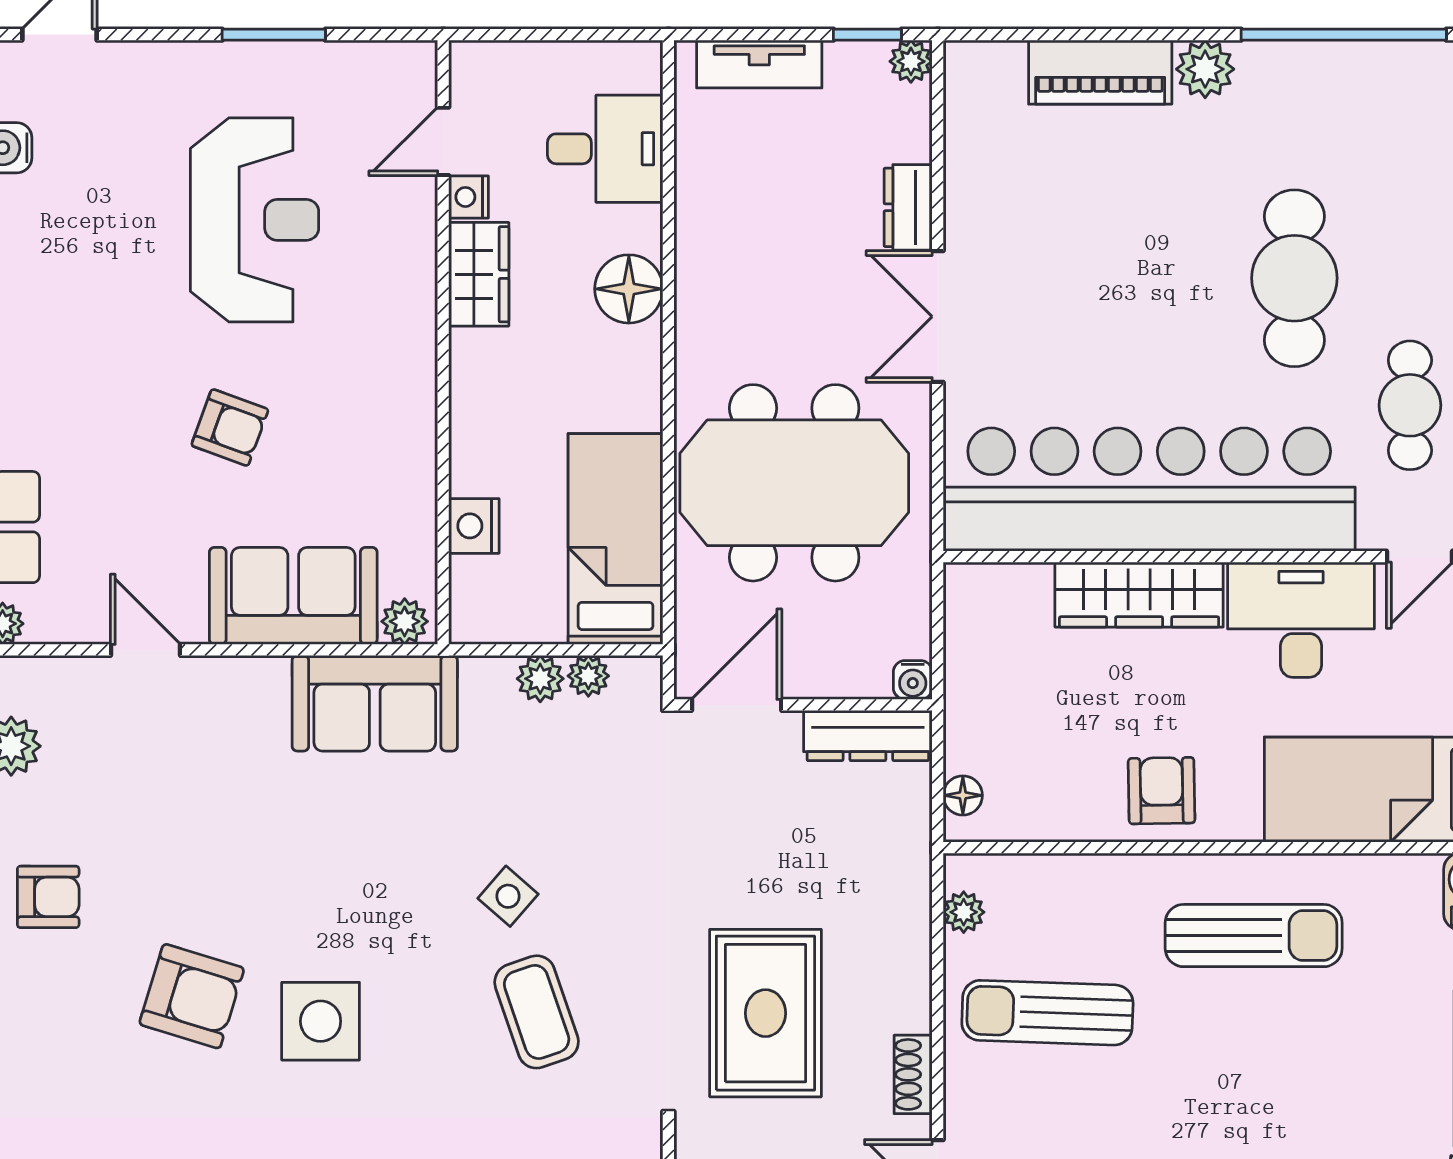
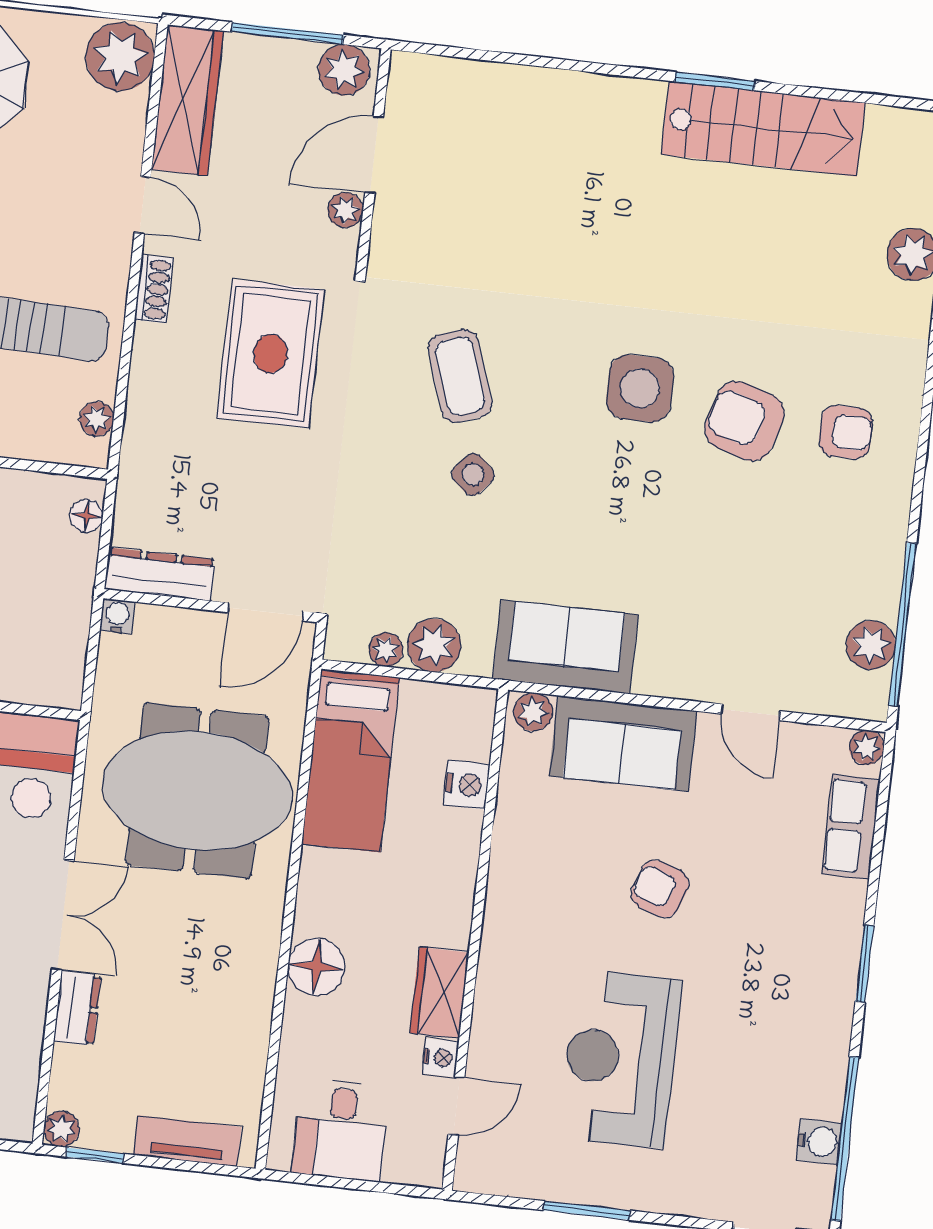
desk: (605, 149) -> (341, 1130), moved, turned -90
plant: (540, 679) -> (434, 645), width x1.38, depth x1.38
armchair: (48, 897) -> (846, 432), moved, turned 180

